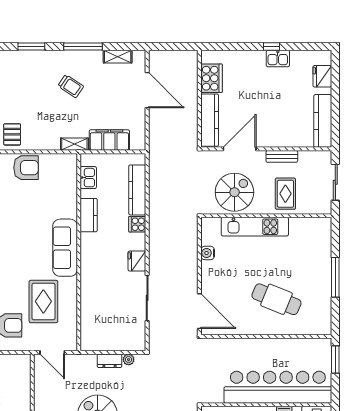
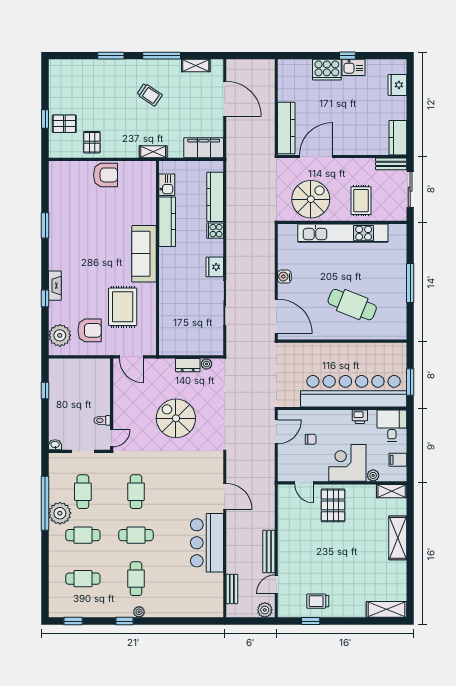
cooker: (211, 78) -> (327, 70), moved, turned 90
kitchen counter: (323, 121) -> (398, 138), width x0.67
filing cabinet: (109, 140) -> (204, 148), moved
bench: (282, 156) -> (391, 164), moved
kitchen counter: (89, 215) -> (167, 222), width x1.50
kitchen unit: (255, 227) -> (343, 233), width x1.36
water cooler: (208, 253) -> (284, 277), moved
window: (335, 359) -> (410, 382), moved

